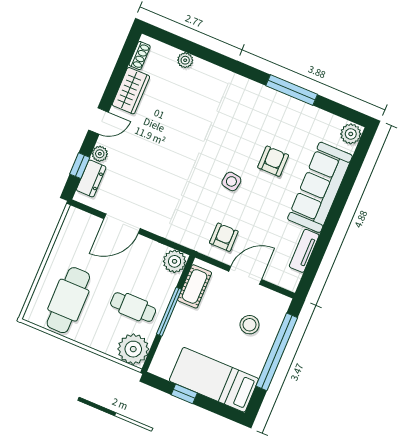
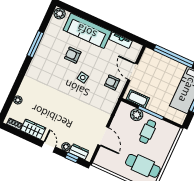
plant: (175, 261) -> (137, 115), moved
stool: (250, 325) -> (159, 70), removed
plant: (133, 349) -> (170, 132), removed

